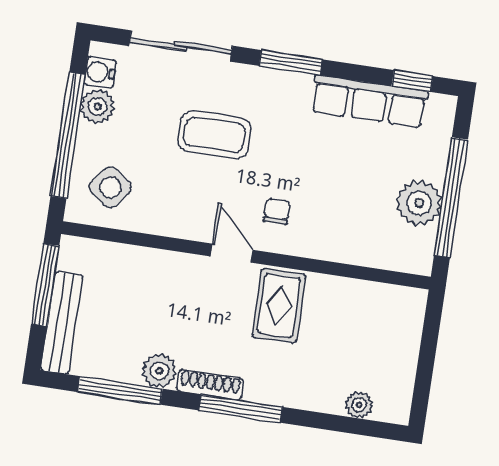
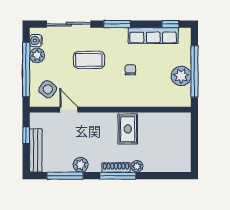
chair: (277, 211) -> (130, 70), moved
door: (232, 253) -> (69, 110), moved
window: (45, 285) -> (26, 135), width x0.46
shoe rack: (210, 385) -> (116, 167), moved
plant: (359, 405) -> (137, 166), moved

